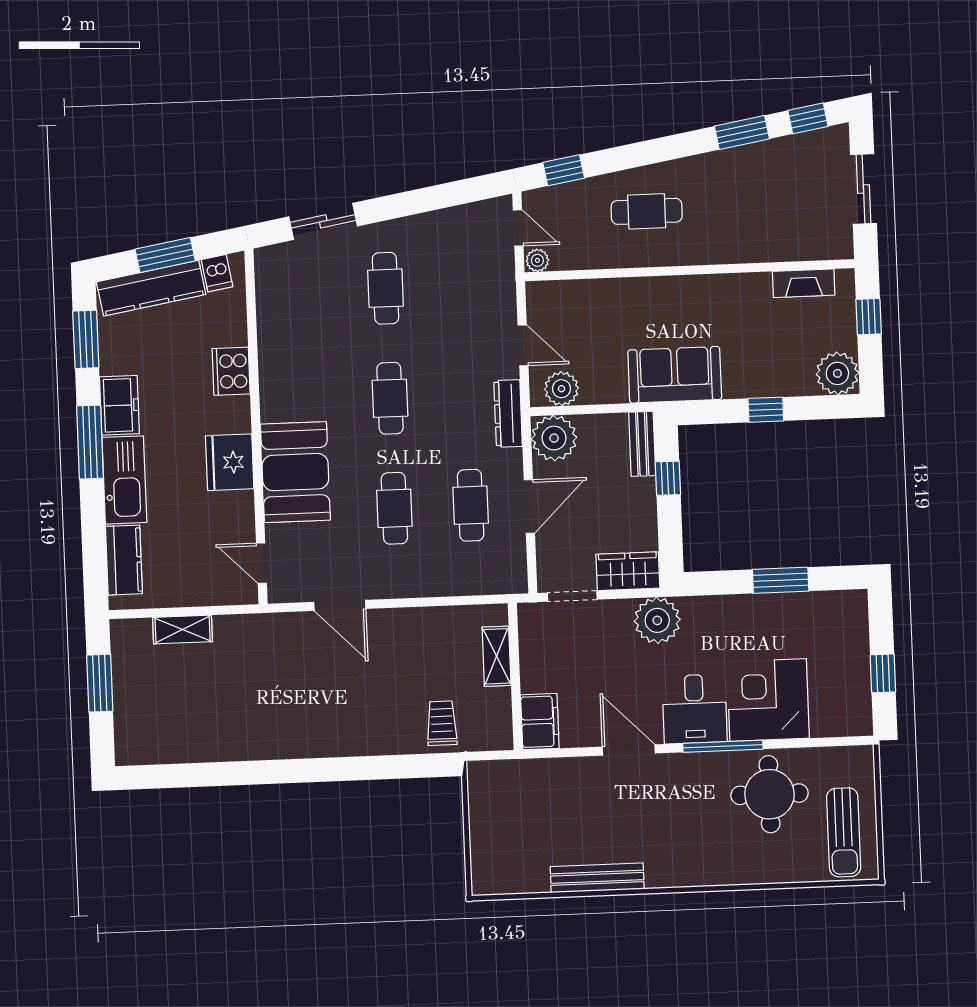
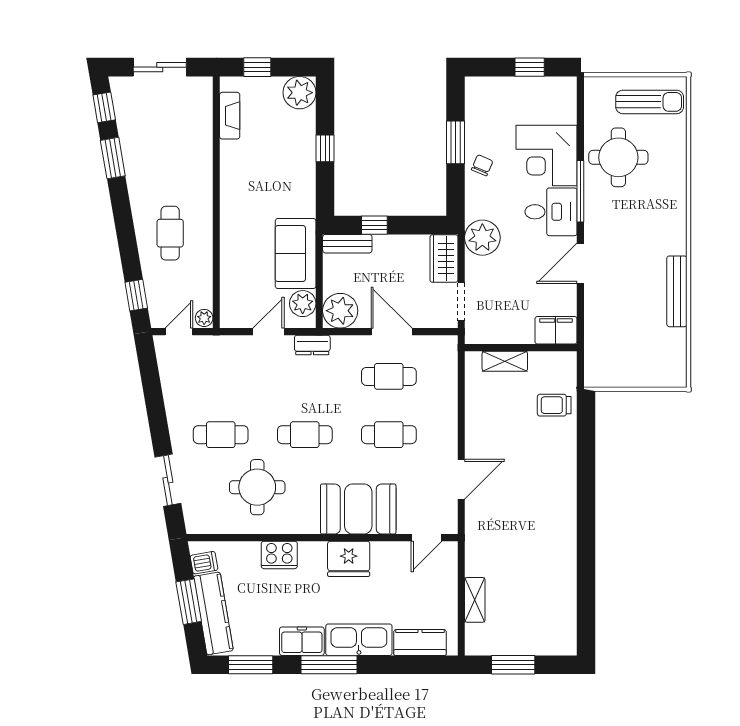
round table: (319, 339) -> (257, 487), added
sofa: (675, 375) -> (296, 253), moved
dresser: (508, 414) -> (312, 345), width x0.70
chair: (752, 616) -> (482, 165), added

